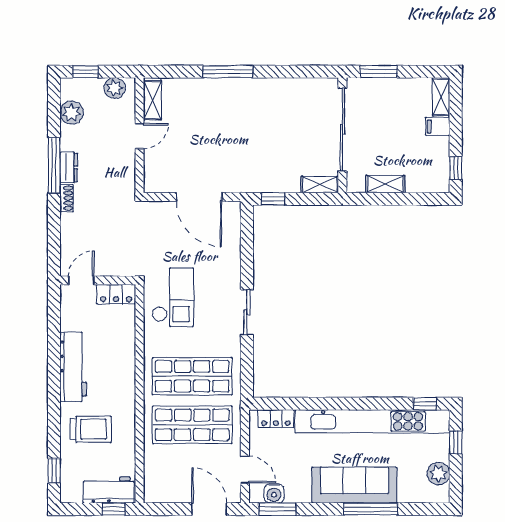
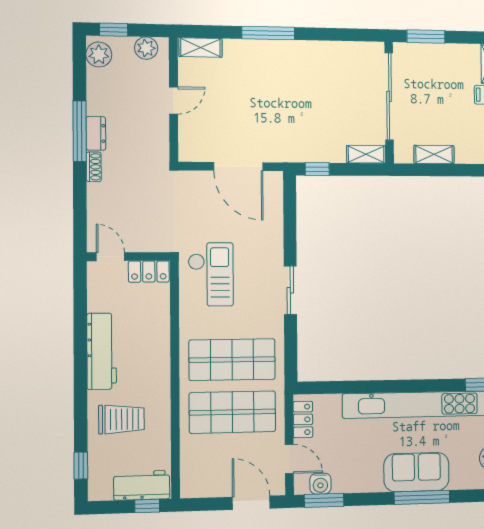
shelving: (152, 100) -> (200, 47), moved, turned 90
plant: (72, 113) -> (99, 54), moved
door: (81, 280) -> (110, 257), hinge flipped
locker: (276, 419) -> (303, 419), moved, turned -90
sofa: (354, 485) -> (416, 472), width x0.73

